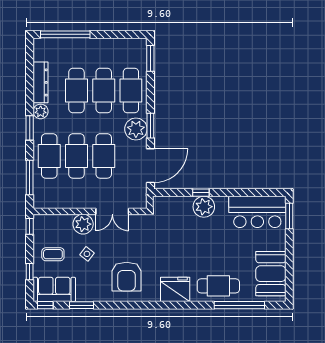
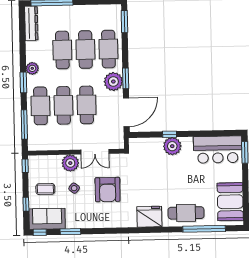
dresser: (40, 82) -> (31, 23), moved
armchair: (126, 277) -> (108, 190), moved

